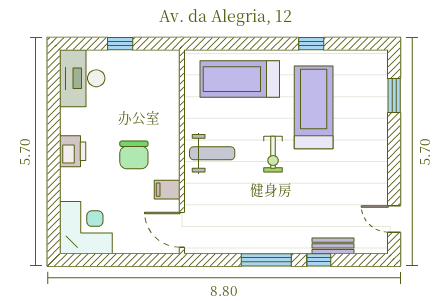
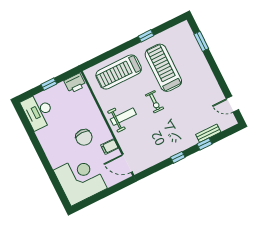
printer: (73, 151) -> (75, 83), moved, turned 90
corner desk: (86, 228) -> (80, 179), width x1.36, depth x1.36
window: (266, 260) -> (178, 157), width x0.46

